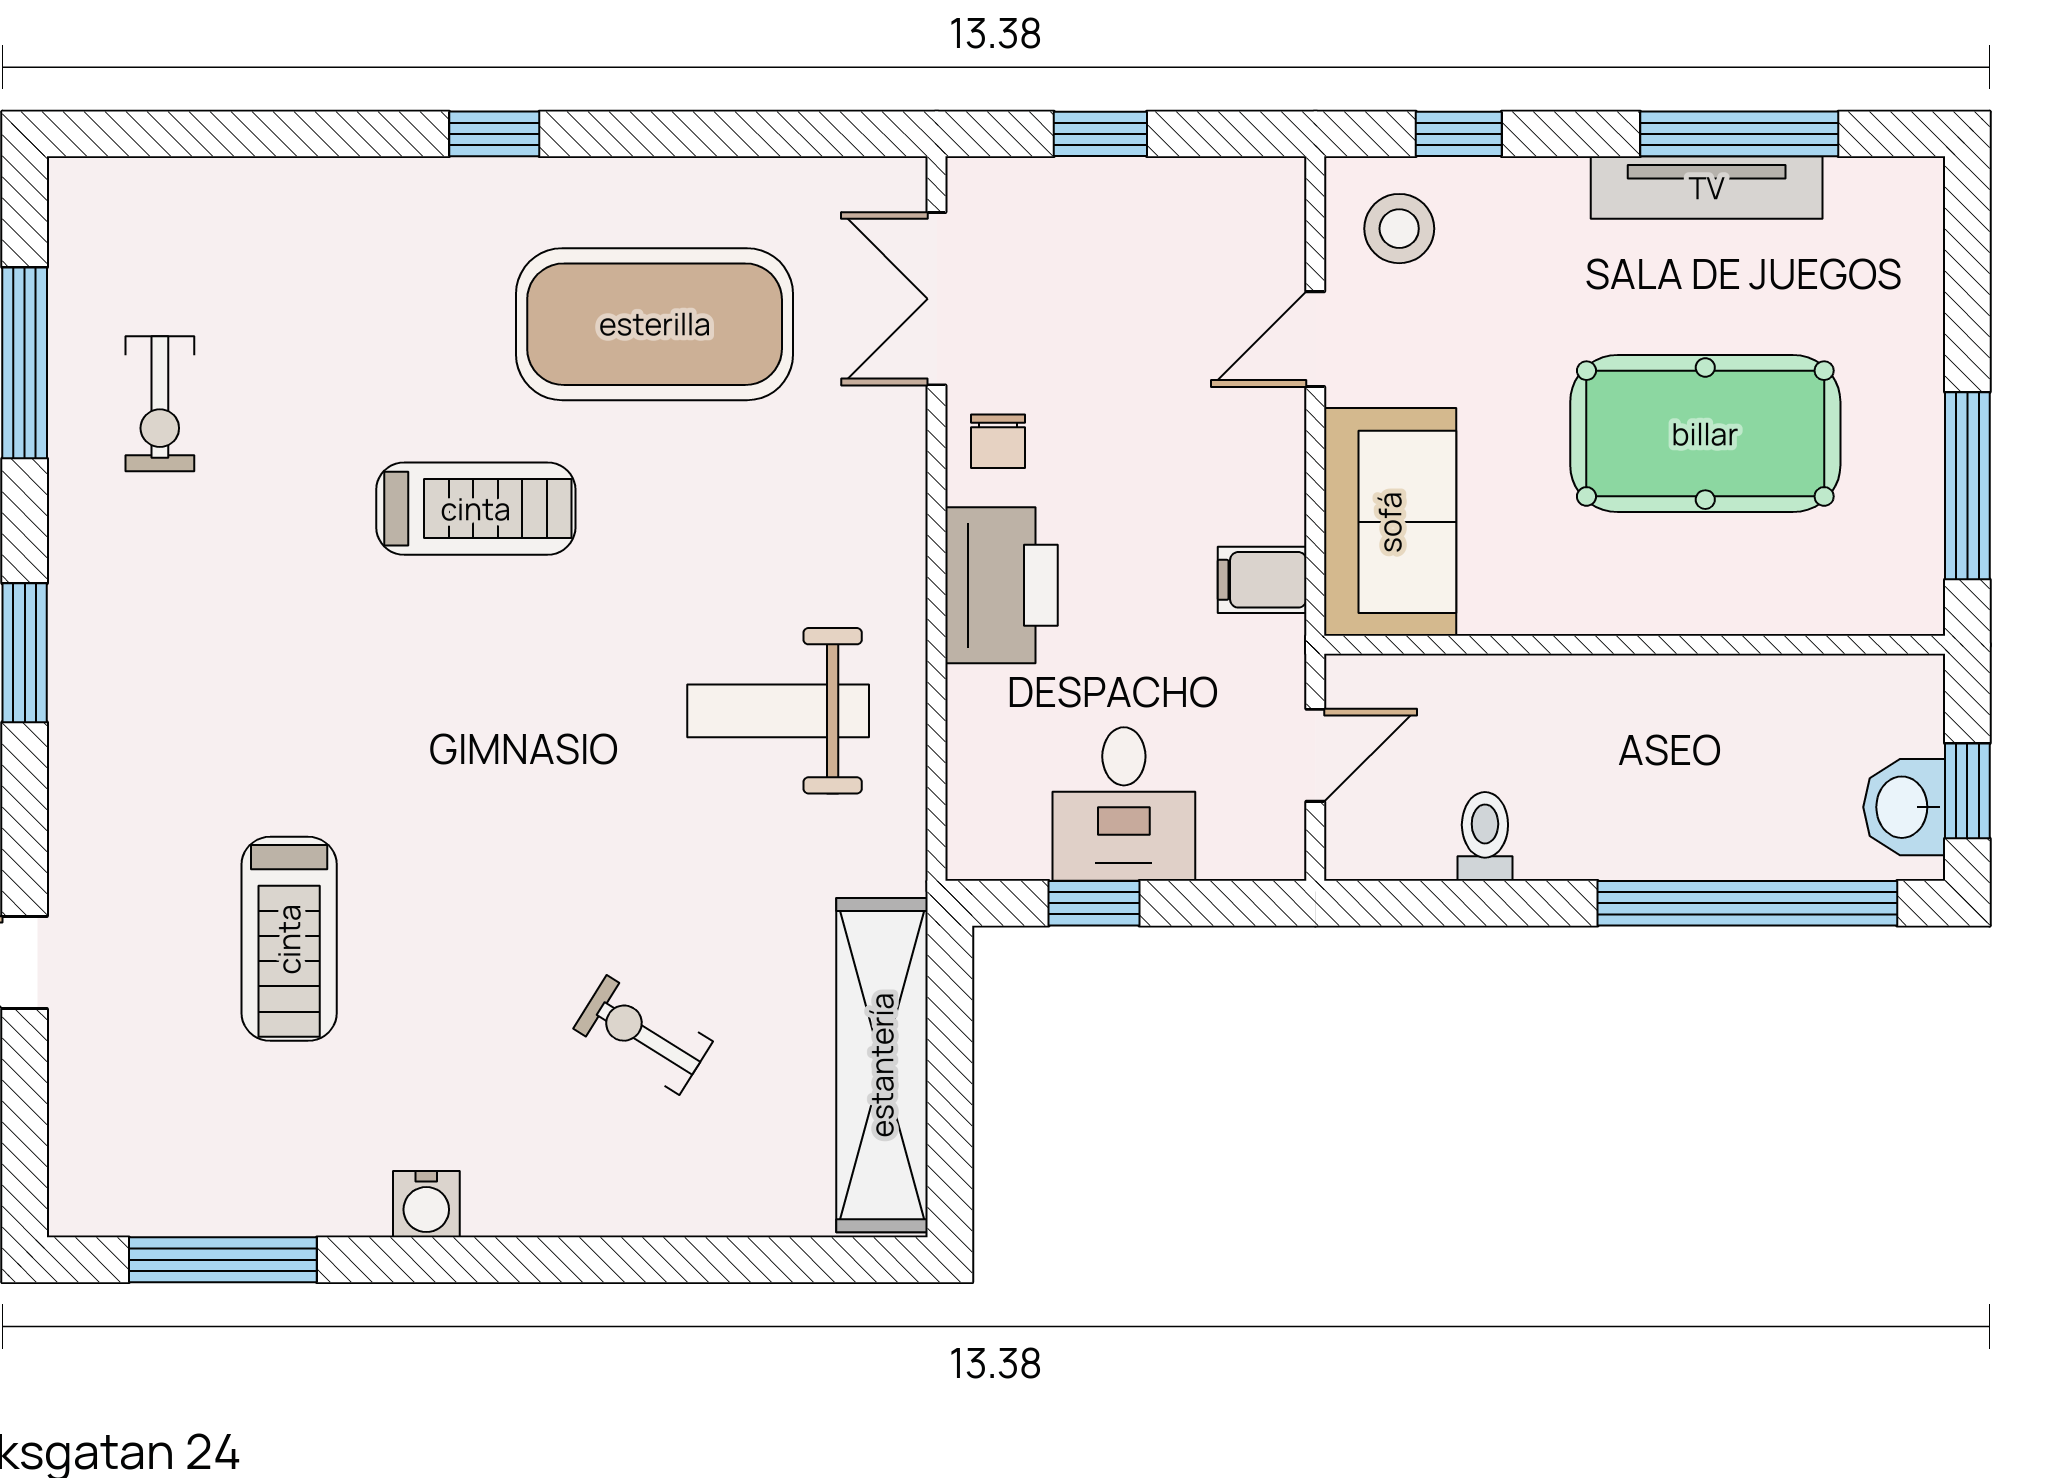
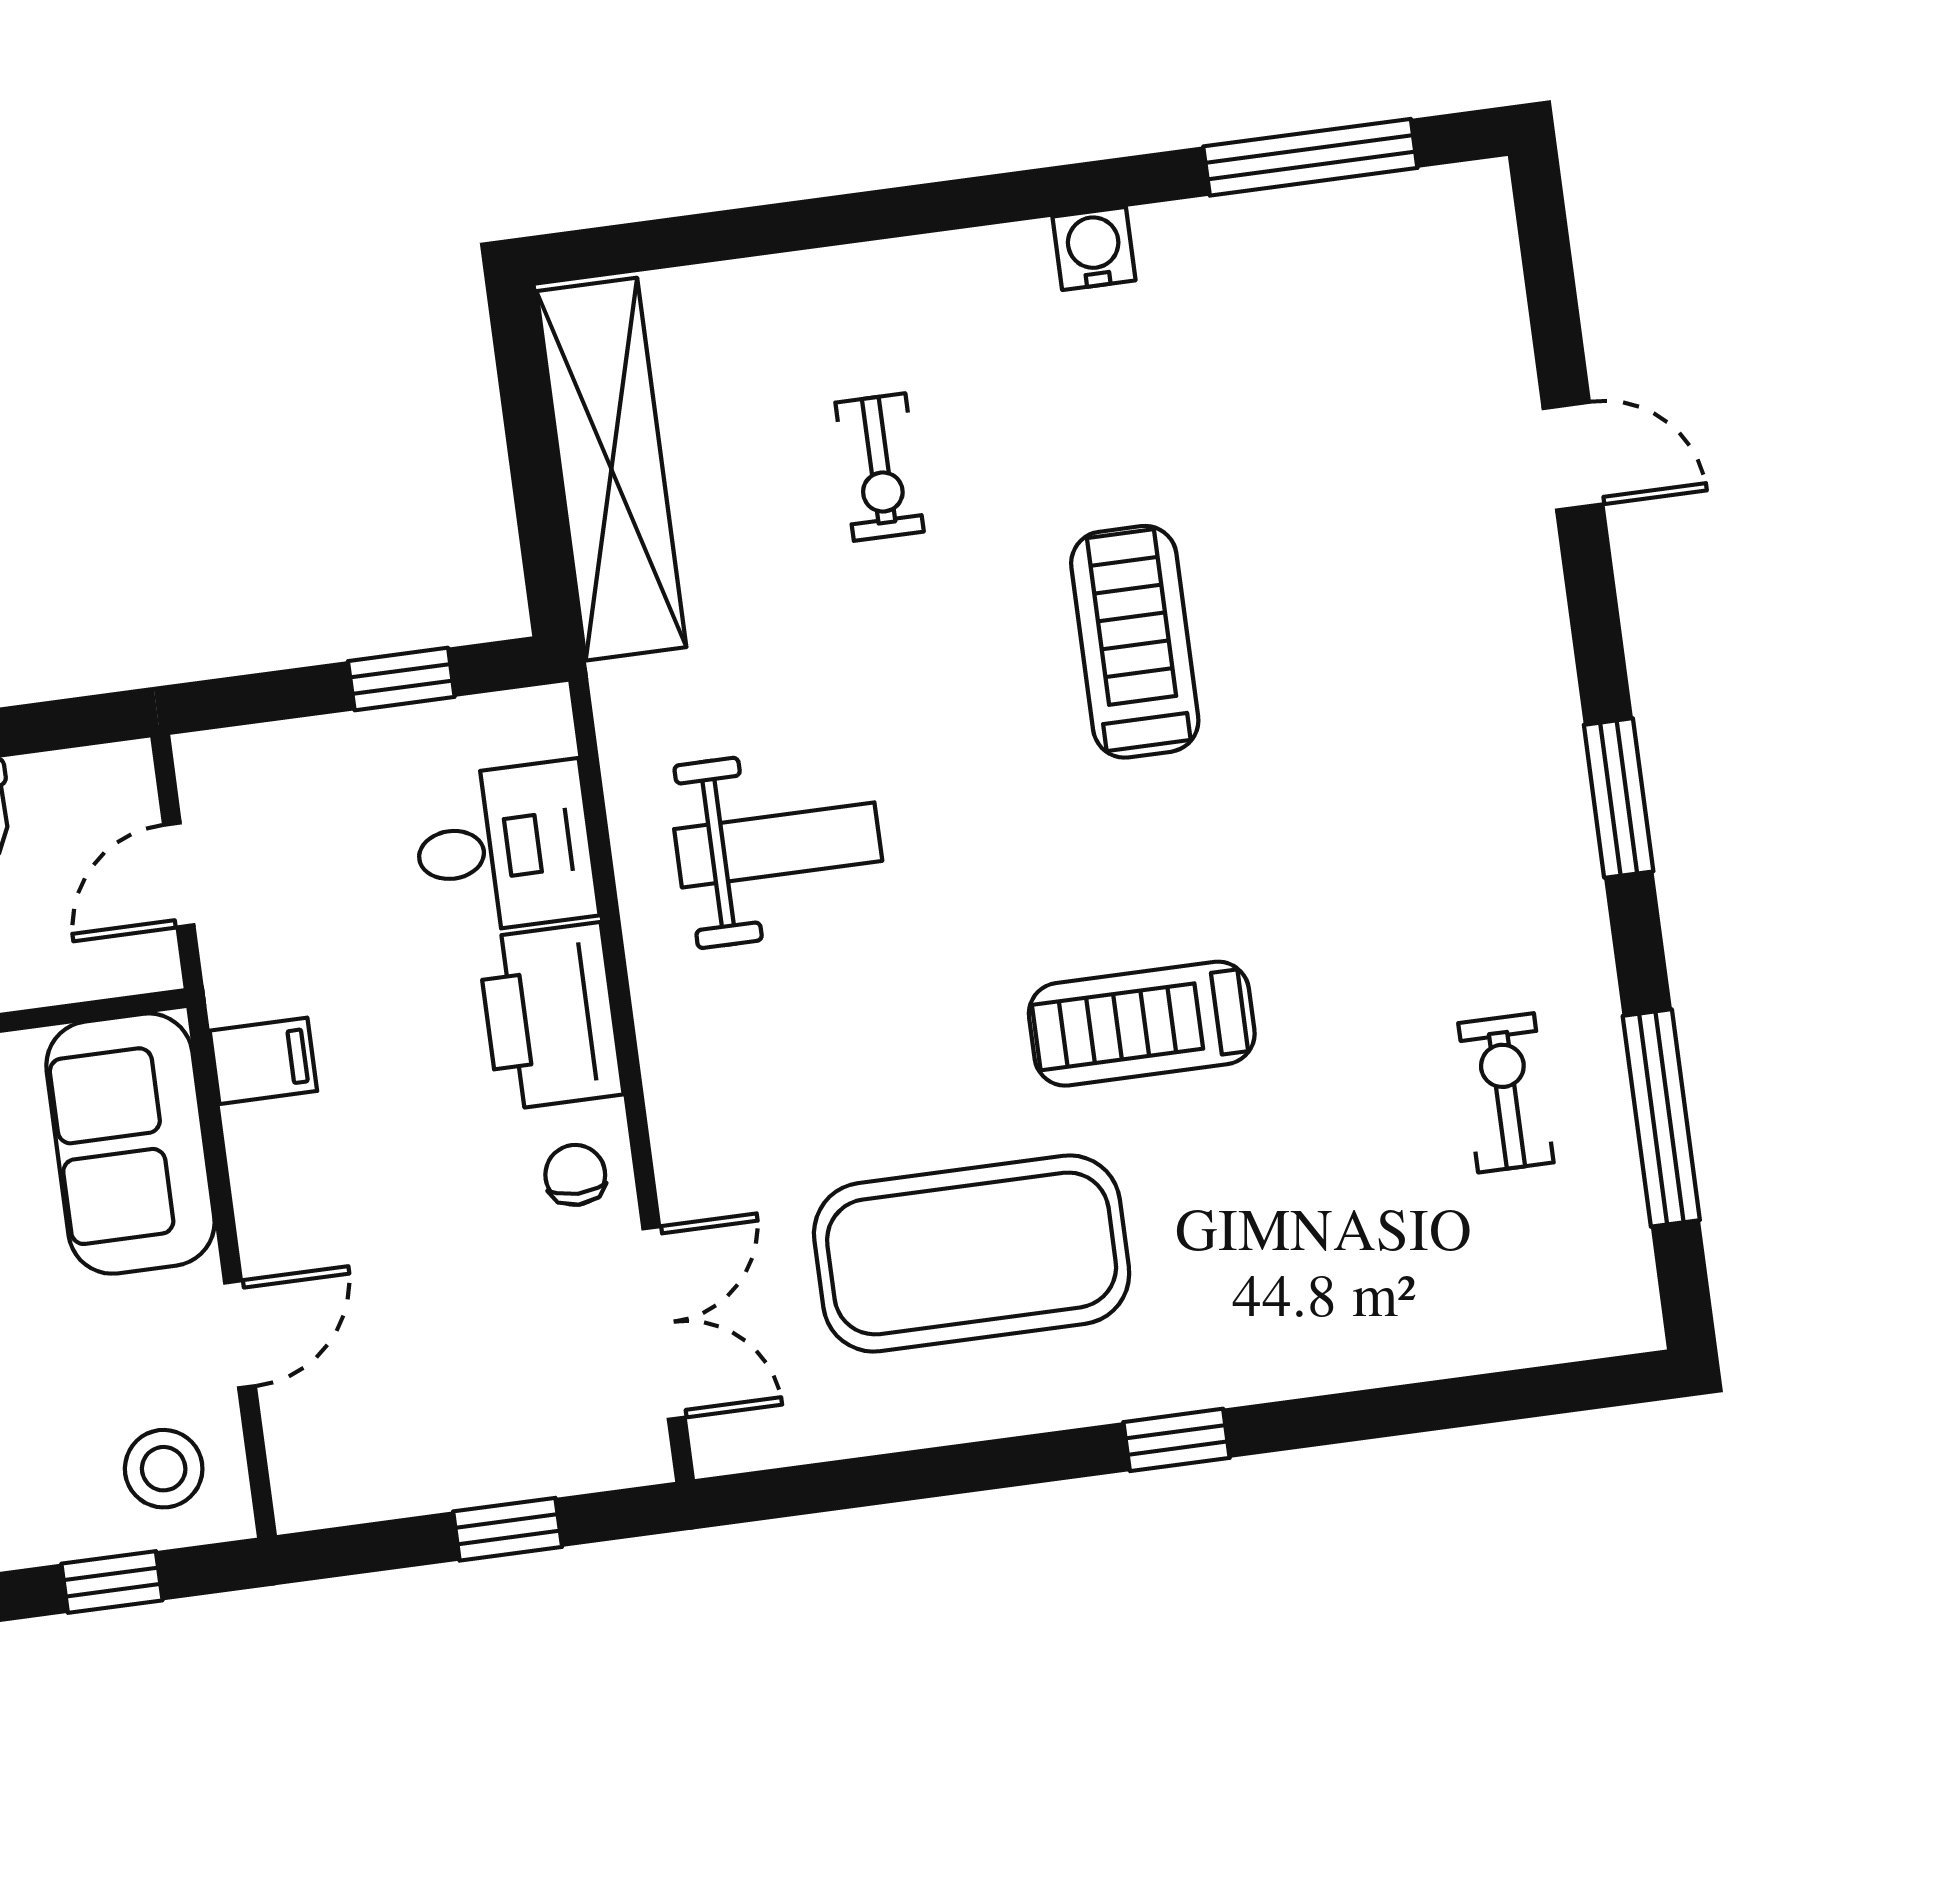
desk: (1124, 804) -> (504, 848), moved, turned 90
treadmill: (289, 939) -> (1135, 642), moved
exercise bike: (643, 1035) -> (880, 467), turned 58

